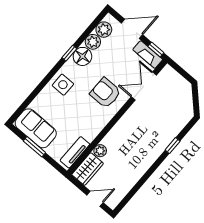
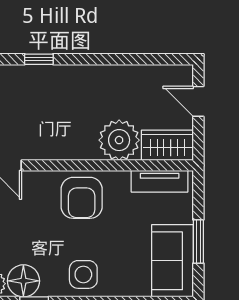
armchair: (105, 93) -> (82, 198), moved
plant: (100, 151) -> (119, 140), width x1.87, depth x1.87

